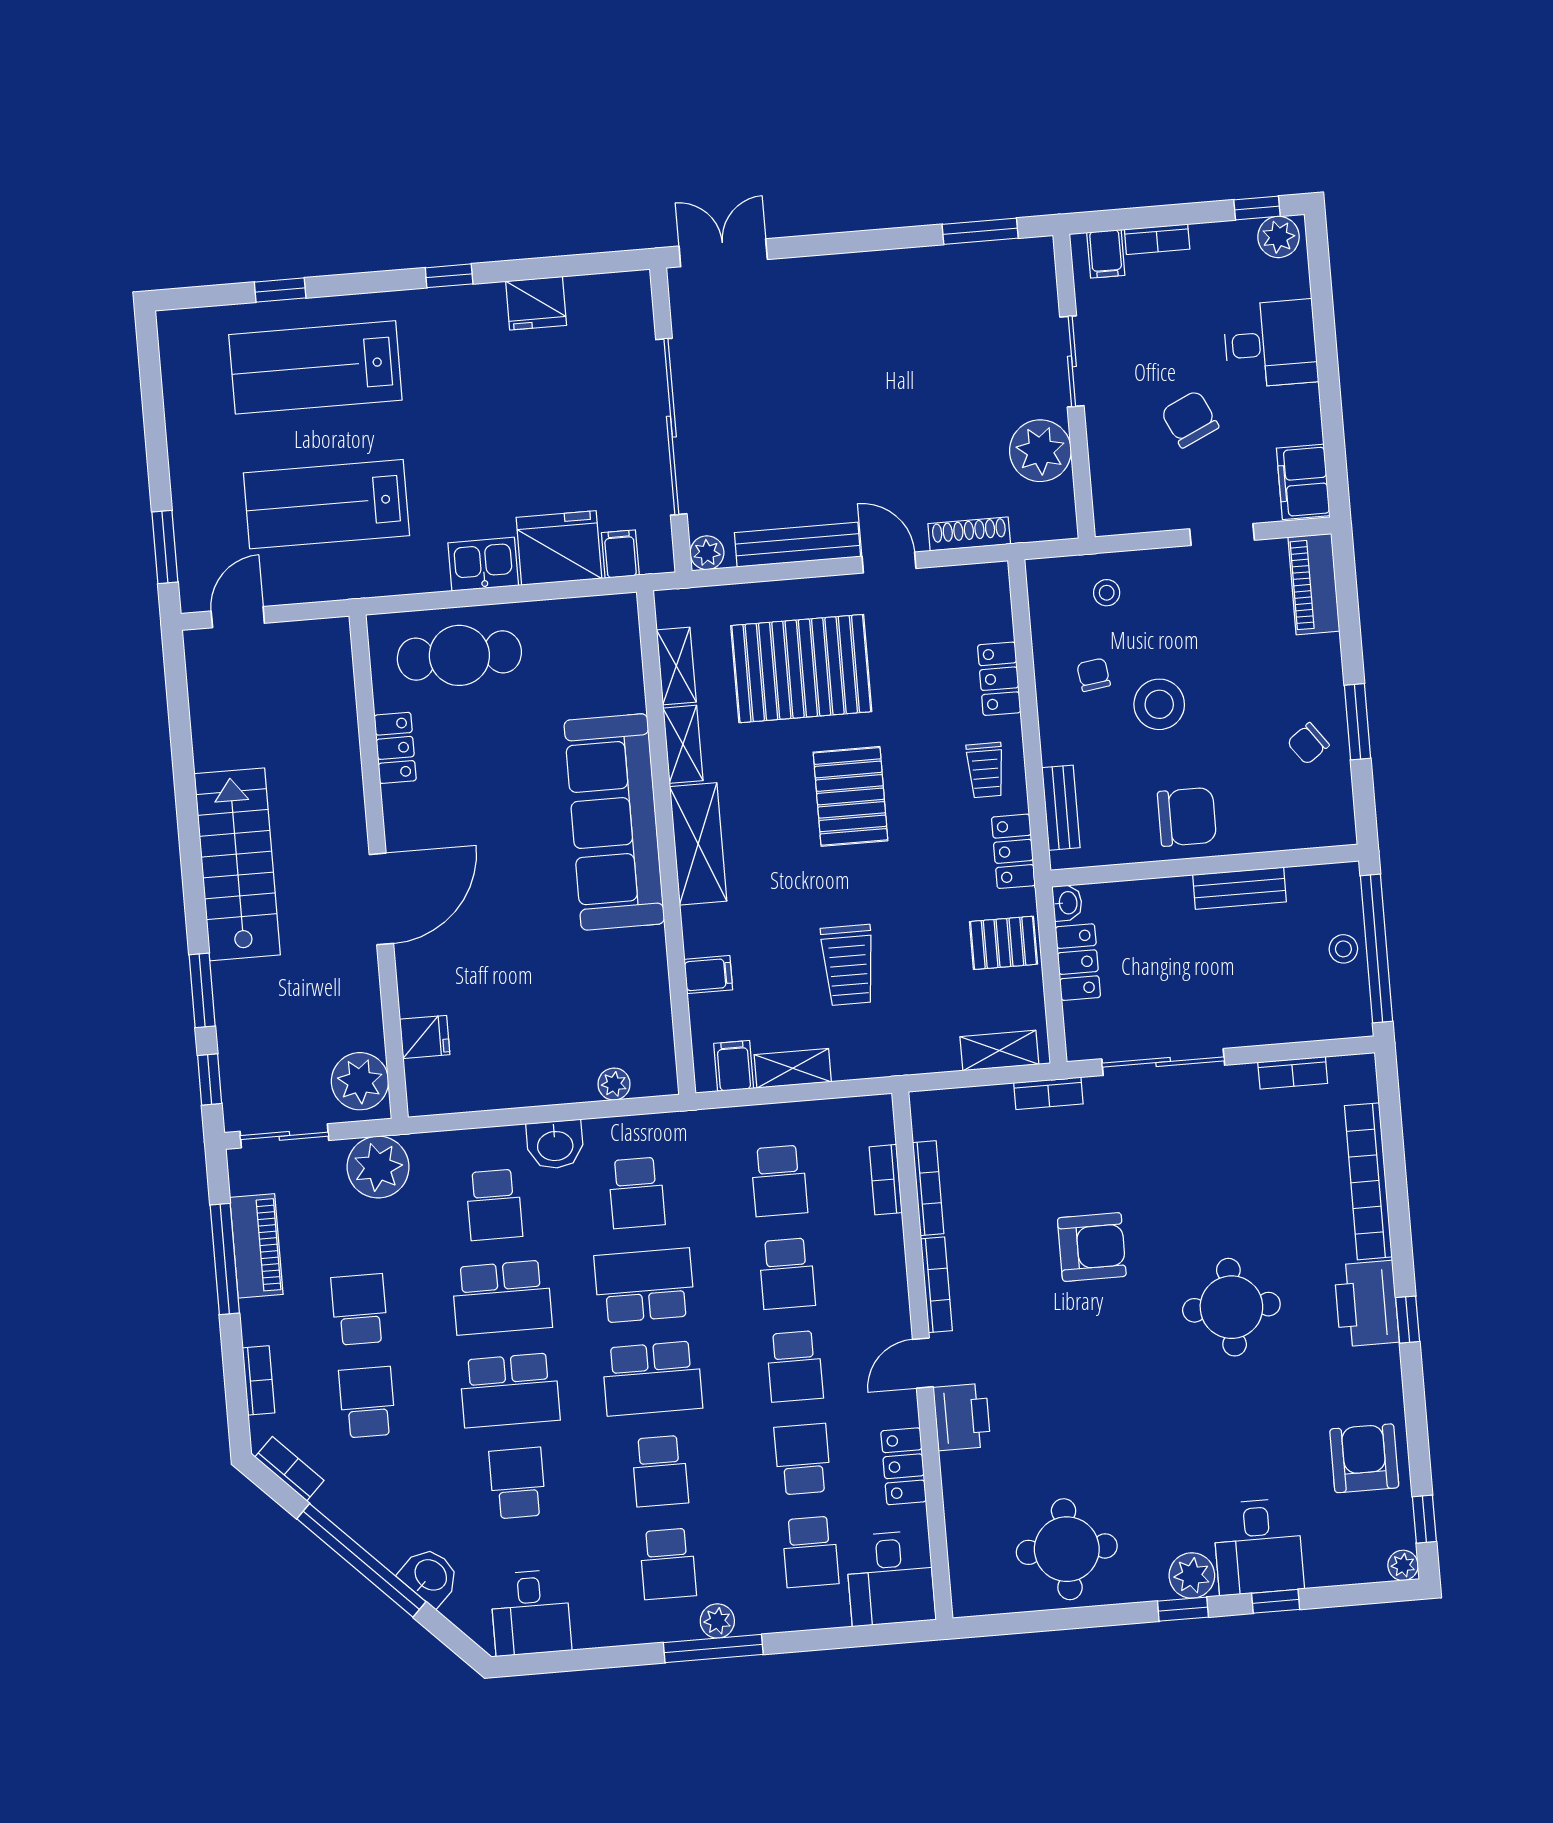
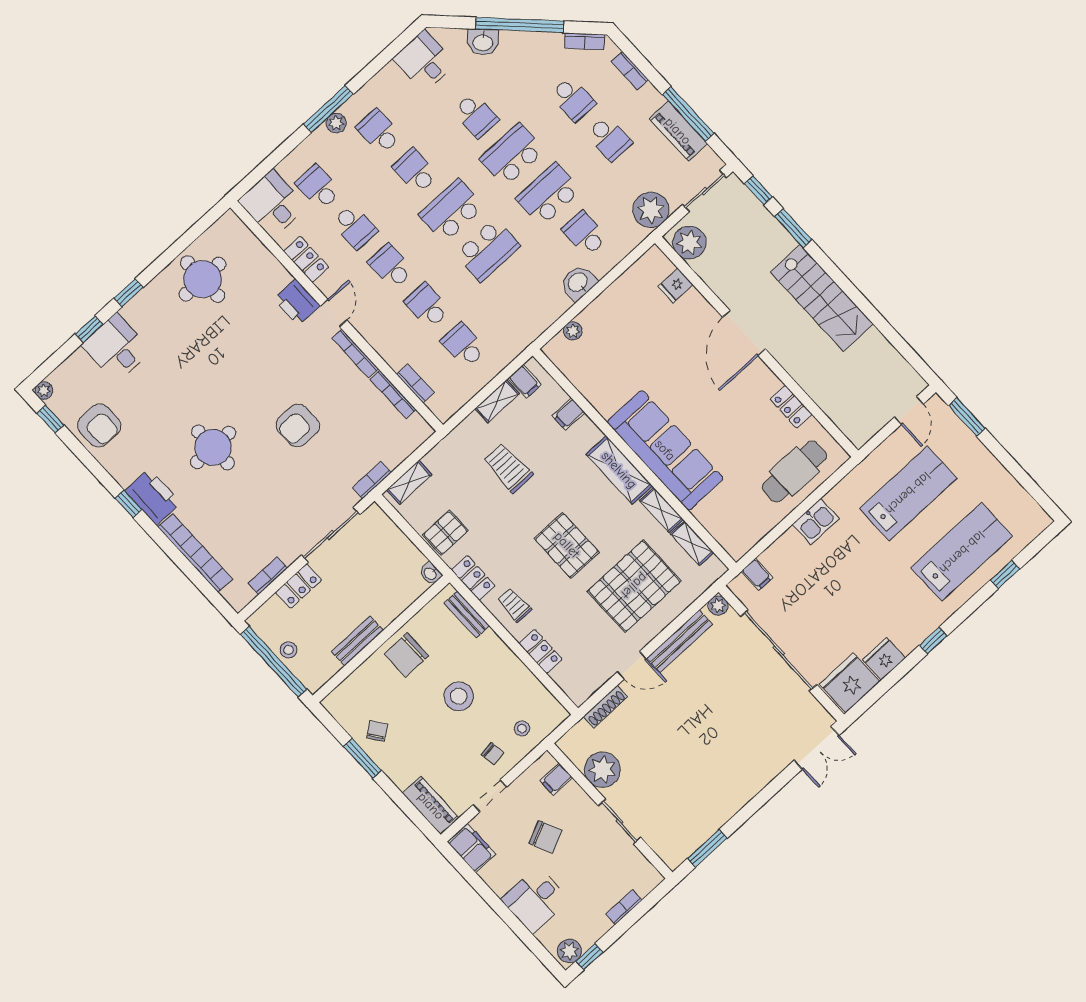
filing cabinet: (1106, 254) -> (556, 779), moved, turned -90
fridge: (559, 548) -> (850, 683), moved, turned 180
chair: (1094, 675) -> (493, 754), moved
locker: (1078, 962) -> (299, 586), moved, turned -90
school desk: (637, 1193) -> (524, 289), removed
plant: (1192, 1575) -> (136, 311), removed

